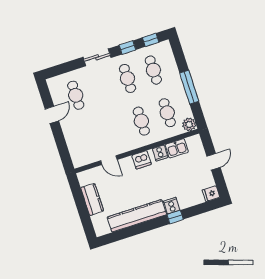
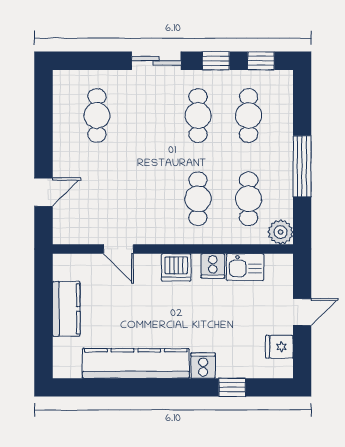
door: (52, 115) -> (43, 192), moved
fridge: (211, 194) -> (279, 347), moved
window: (175, 217) -> (232, 387), moved

